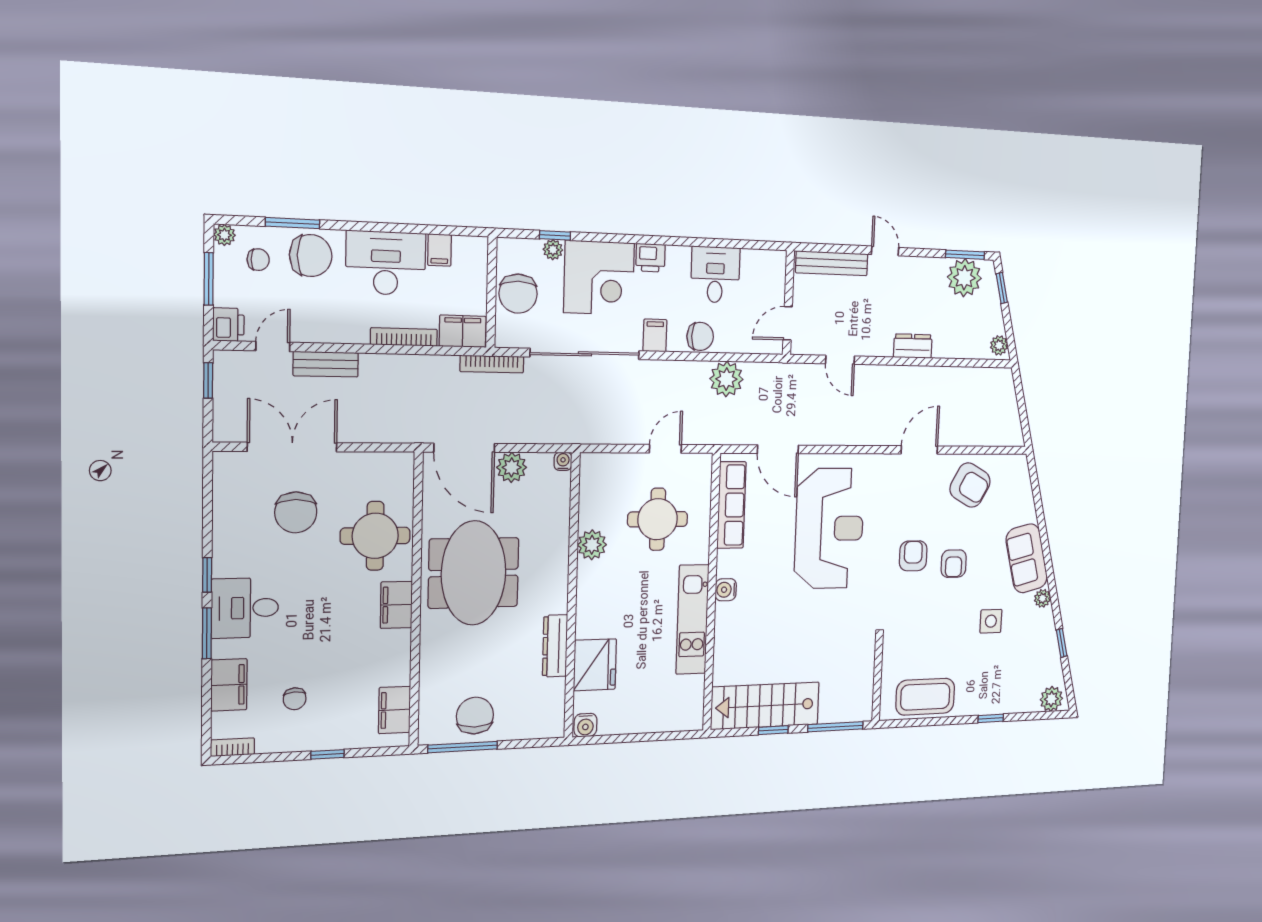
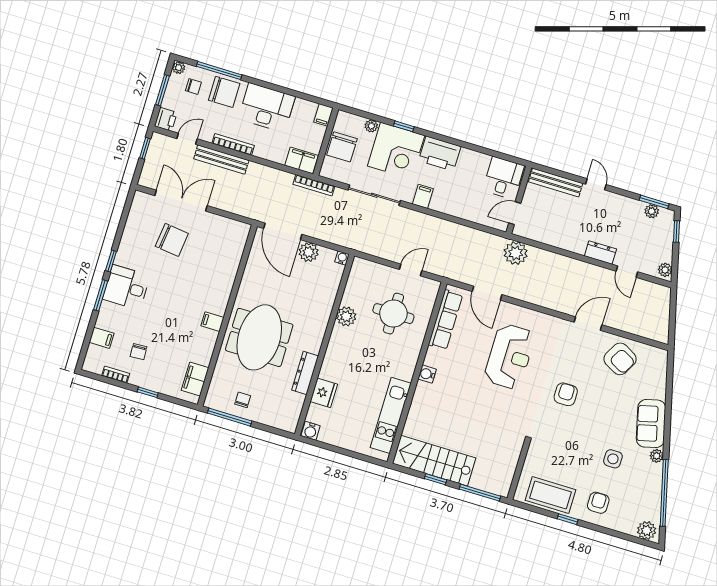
window: (293, 223) -> (219, 71), width x1.44
window: (555, 235) -> (404, 126), moved
filing cabinet: (439, 250) -> (324, 115), moved
printer: (650, 258) -> (440, 154), width x1.87, depth x1.48
desk: (715, 275) -> (503, 178), moved
plant: (964, 278) -> (652, 211), width x0.53, depth x0.53
chair: (700, 336) -> (453, 205), removed
bookcase: (404, 337) -> (233, 144), moved
sliding door: (585, 354) -> (374, 195), width x0.73
door: (840, 360) -> (627, 272), moved
bench: (326, 364) -> (221, 160), width x1.36
plant: (726, 379) -> (516, 253), moved
chair: (296, 512) -> (172, 240), turned -83
reception desk: (829, 528) -> (510, 356), width x0.74, depth x0.77
round table: (375, 536) -> (214, 268), removed
armchair: (954, 564) -> (598, 503), moved, turned 180
meeting table: (474, 573) -> (259, 337), moved
filing cabinet: (396, 605) -> (212, 322), width x0.50
kitchen unit: (692, 619) -> (391, 415), moved
window: (1062, 643) -> (664, 493), width x3.17
fridge: (595, 665) -> (324, 393), width x0.73, depth x0.75
filing cabinet: (229, 685) -> (102, 338), width x0.50
chair: (475, 716) -> (243, 400), width x0.54, depth x0.54
window: (991, 718) -> (568, 519), moved
bookcase: (233, 747) -> (116, 375), moved

